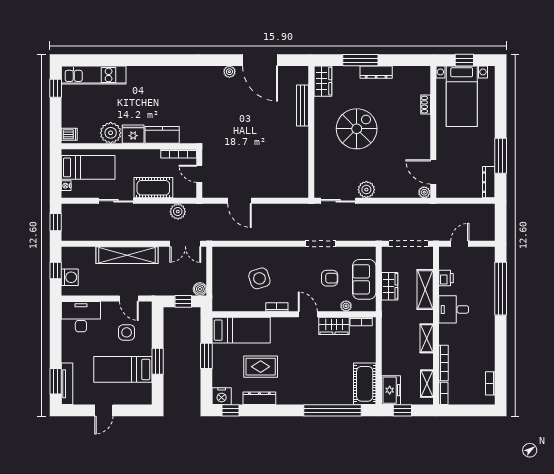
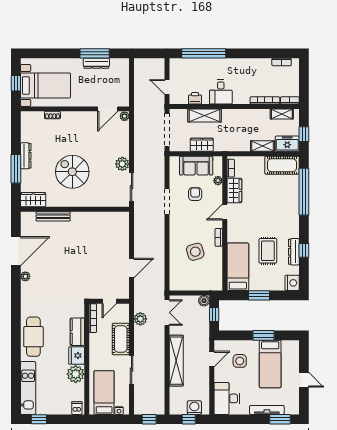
cafe table: (156, 82) -> (33, 337), added
dresser: (489, 182) -> (96, 63), moved
shelving: (427, 338) -> (262, 146), moved
tv unit: (67, 384) -> (267, 410), moved
window: (230, 410) -> (304, 250), moved

